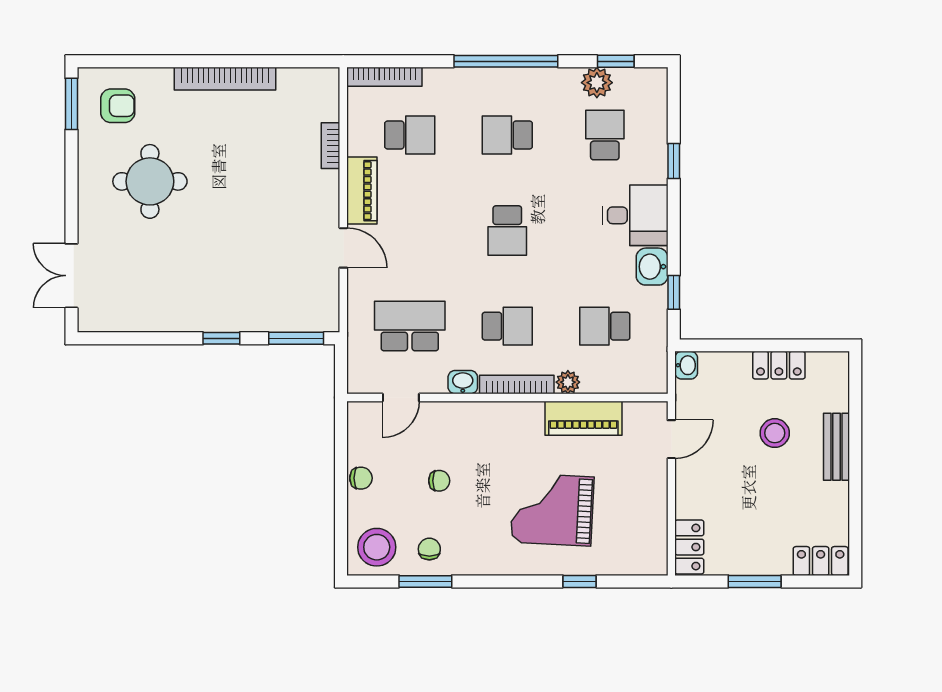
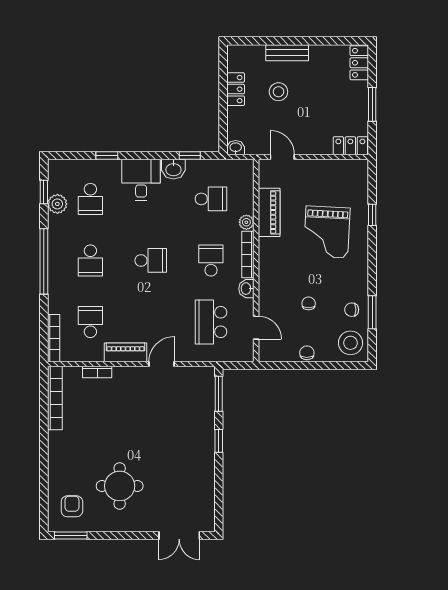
bookcase: (225, 79) -> (55, 398), moved
school desk: (605, 135) -> (90, 199), turned -90
school desk: (605, 326) -> (211, 199), turned -90

